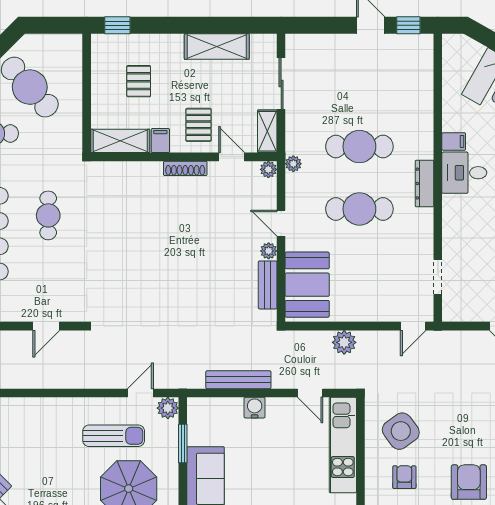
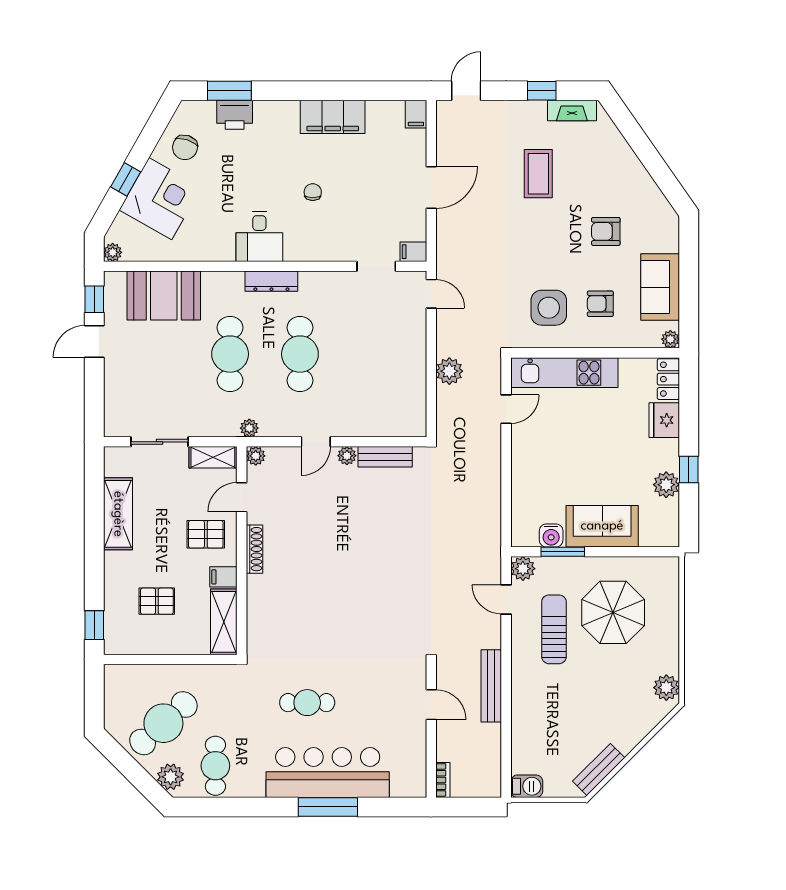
plant: (450, 42) -> (113, 252), added
filing cabinet: (454, 141) -> (413, 252), moved, turned -90
booth: (307, 285) -> (164, 295), moved
bench: (238, 380) -> (491, 686), moved
water cooler: (255, 408) -> (551, 535), moved, turned -90
side table: (401, 431) -> (549, 308), turned 36
armchair: (469, 482) -> (606, 231), width x0.72, depth x0.72

